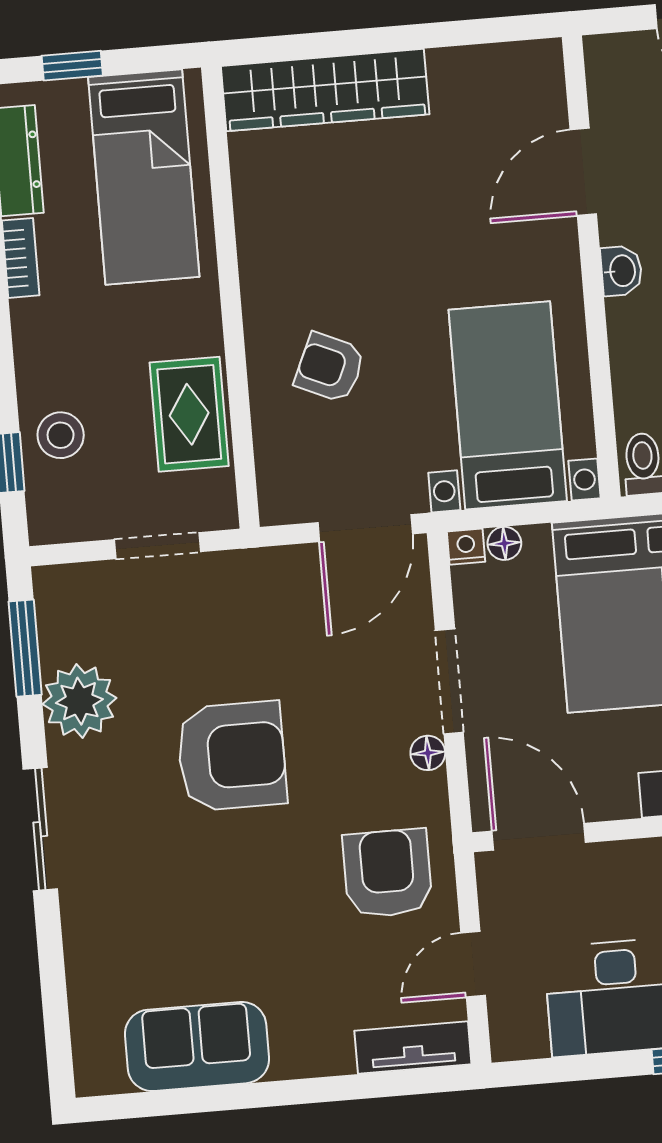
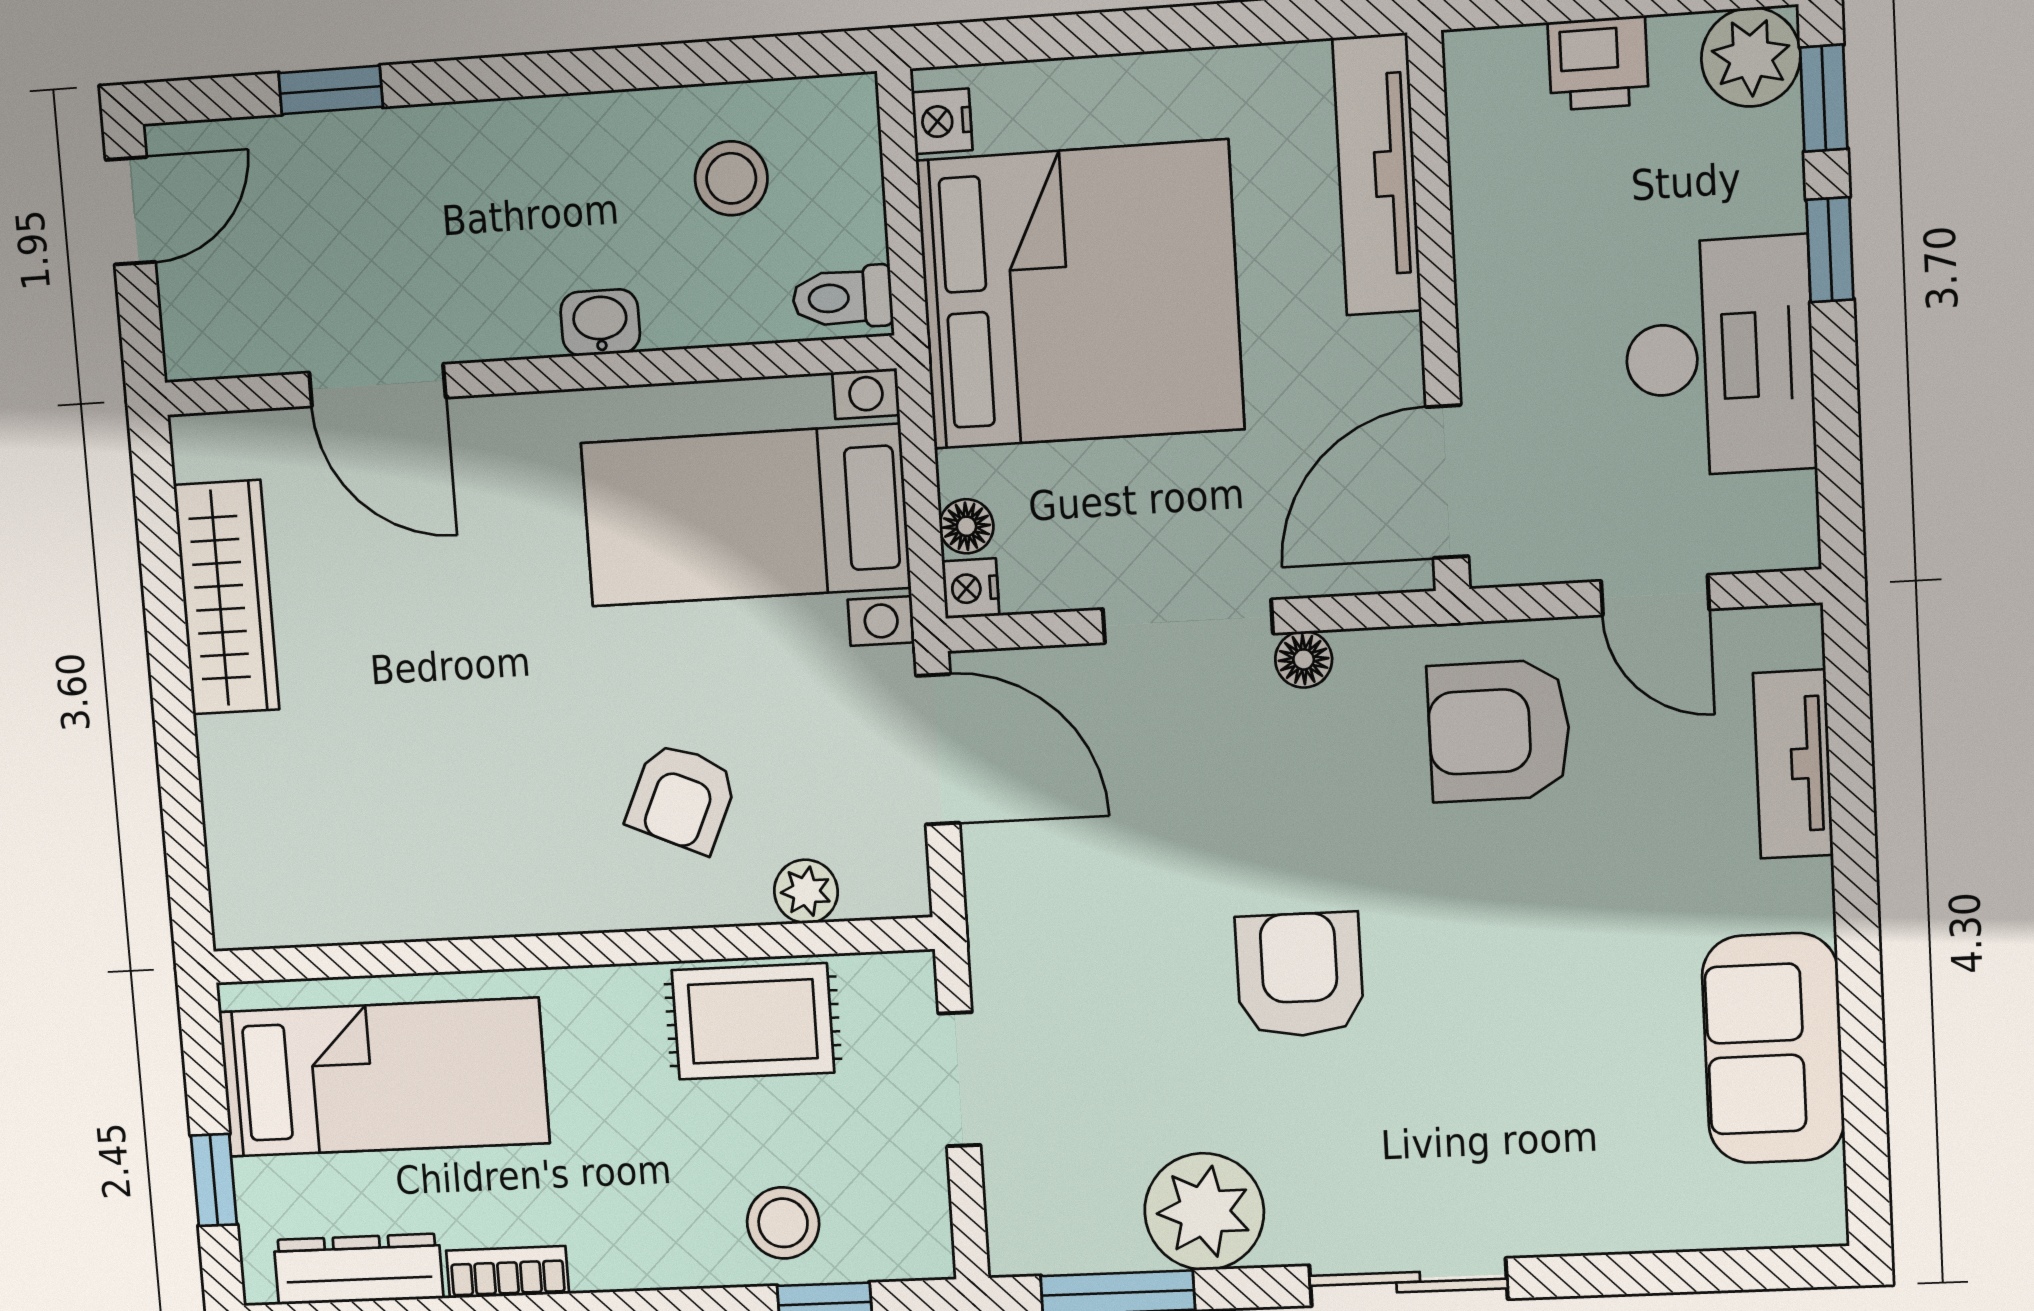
wardrobe: (325, 90) -> (227, 597), moved, width x0.71, depth x0.85
washbasin: (621, 271) -> (600, 322), moved
plant: (273, 447) -> (806, 891), added
armchair: (232, 756) -> (1299, 975), width x0.73, depth x0.73
tv unit: (413, 1048) -> (1793, 764), moved

